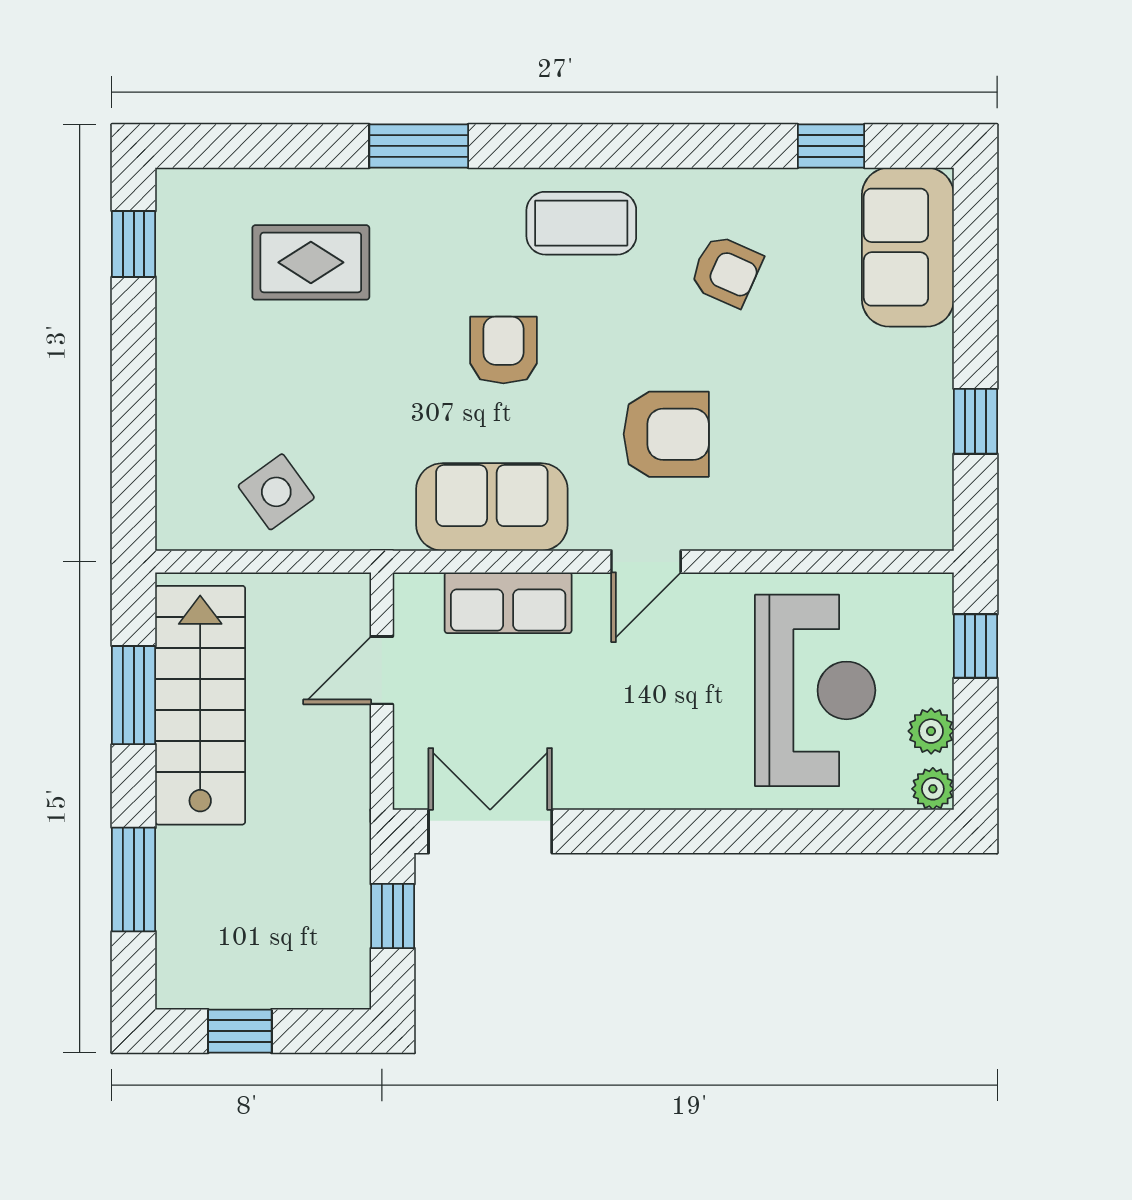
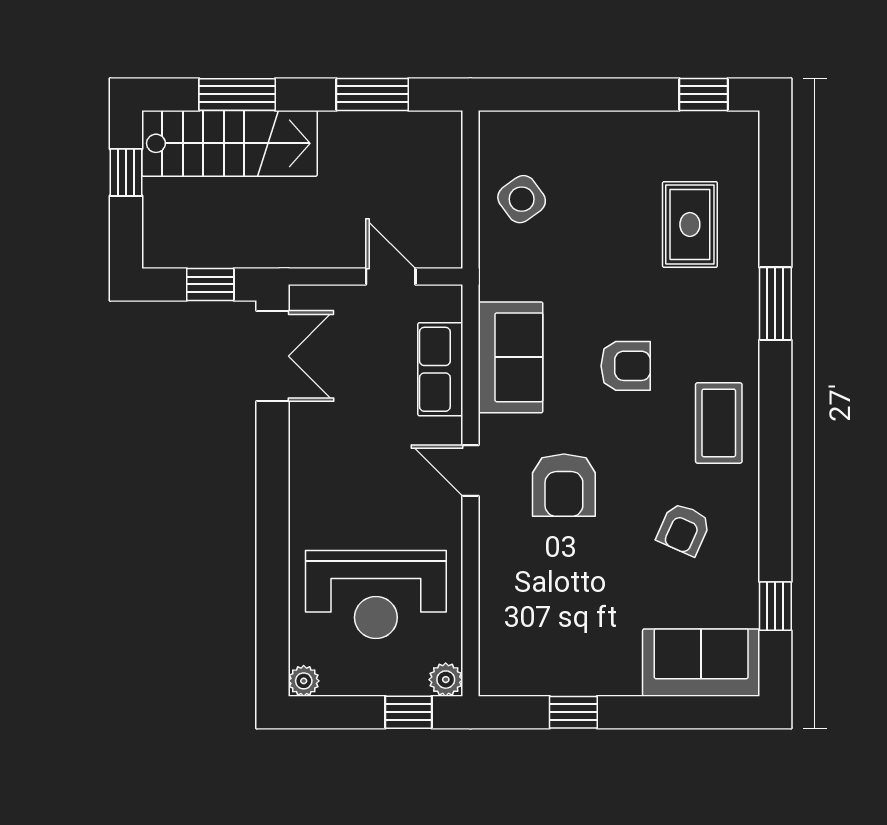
stairs: (200, 705) -> (230, 143), moved
plant: (931, 731) -> (446, 680), moved

